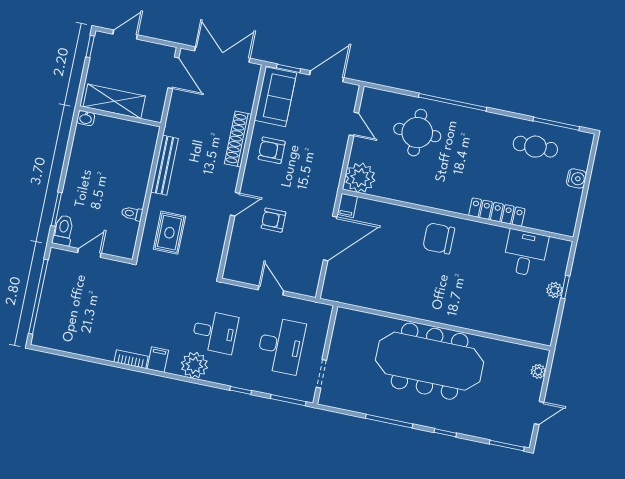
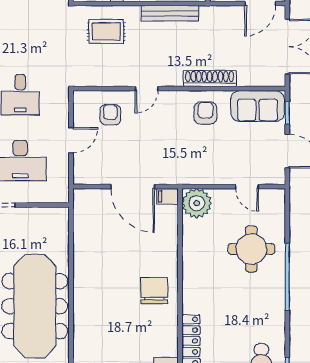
door: (354, 124) -> (247, 187), hinge flipped
door: (235, 204) -> (147, 89), hinge flipped
armchair: (273, 220) -> (110, 115), moved

